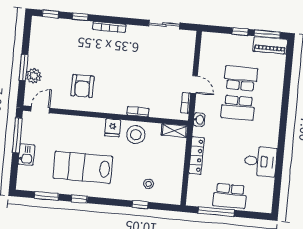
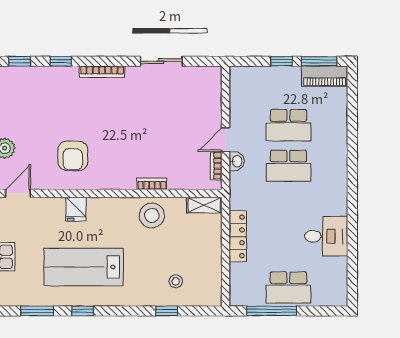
sliding door: (164, 25) -> (161, 61), moved
school desk: (241, 78) -> (288, 125), turned 180
door: (194, 85) -> (226, 140), swing flipped
washbasin: (199, 120) -> (237, 161), moved
fridge: (113, 128) -> (76, 209), moved

